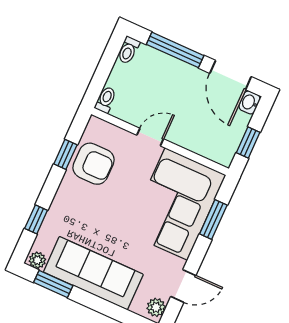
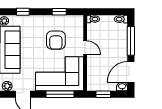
armchair: (93, 164) -> (56, 40), moved
window: (213, 219) -> (60, 94), width x1.44

